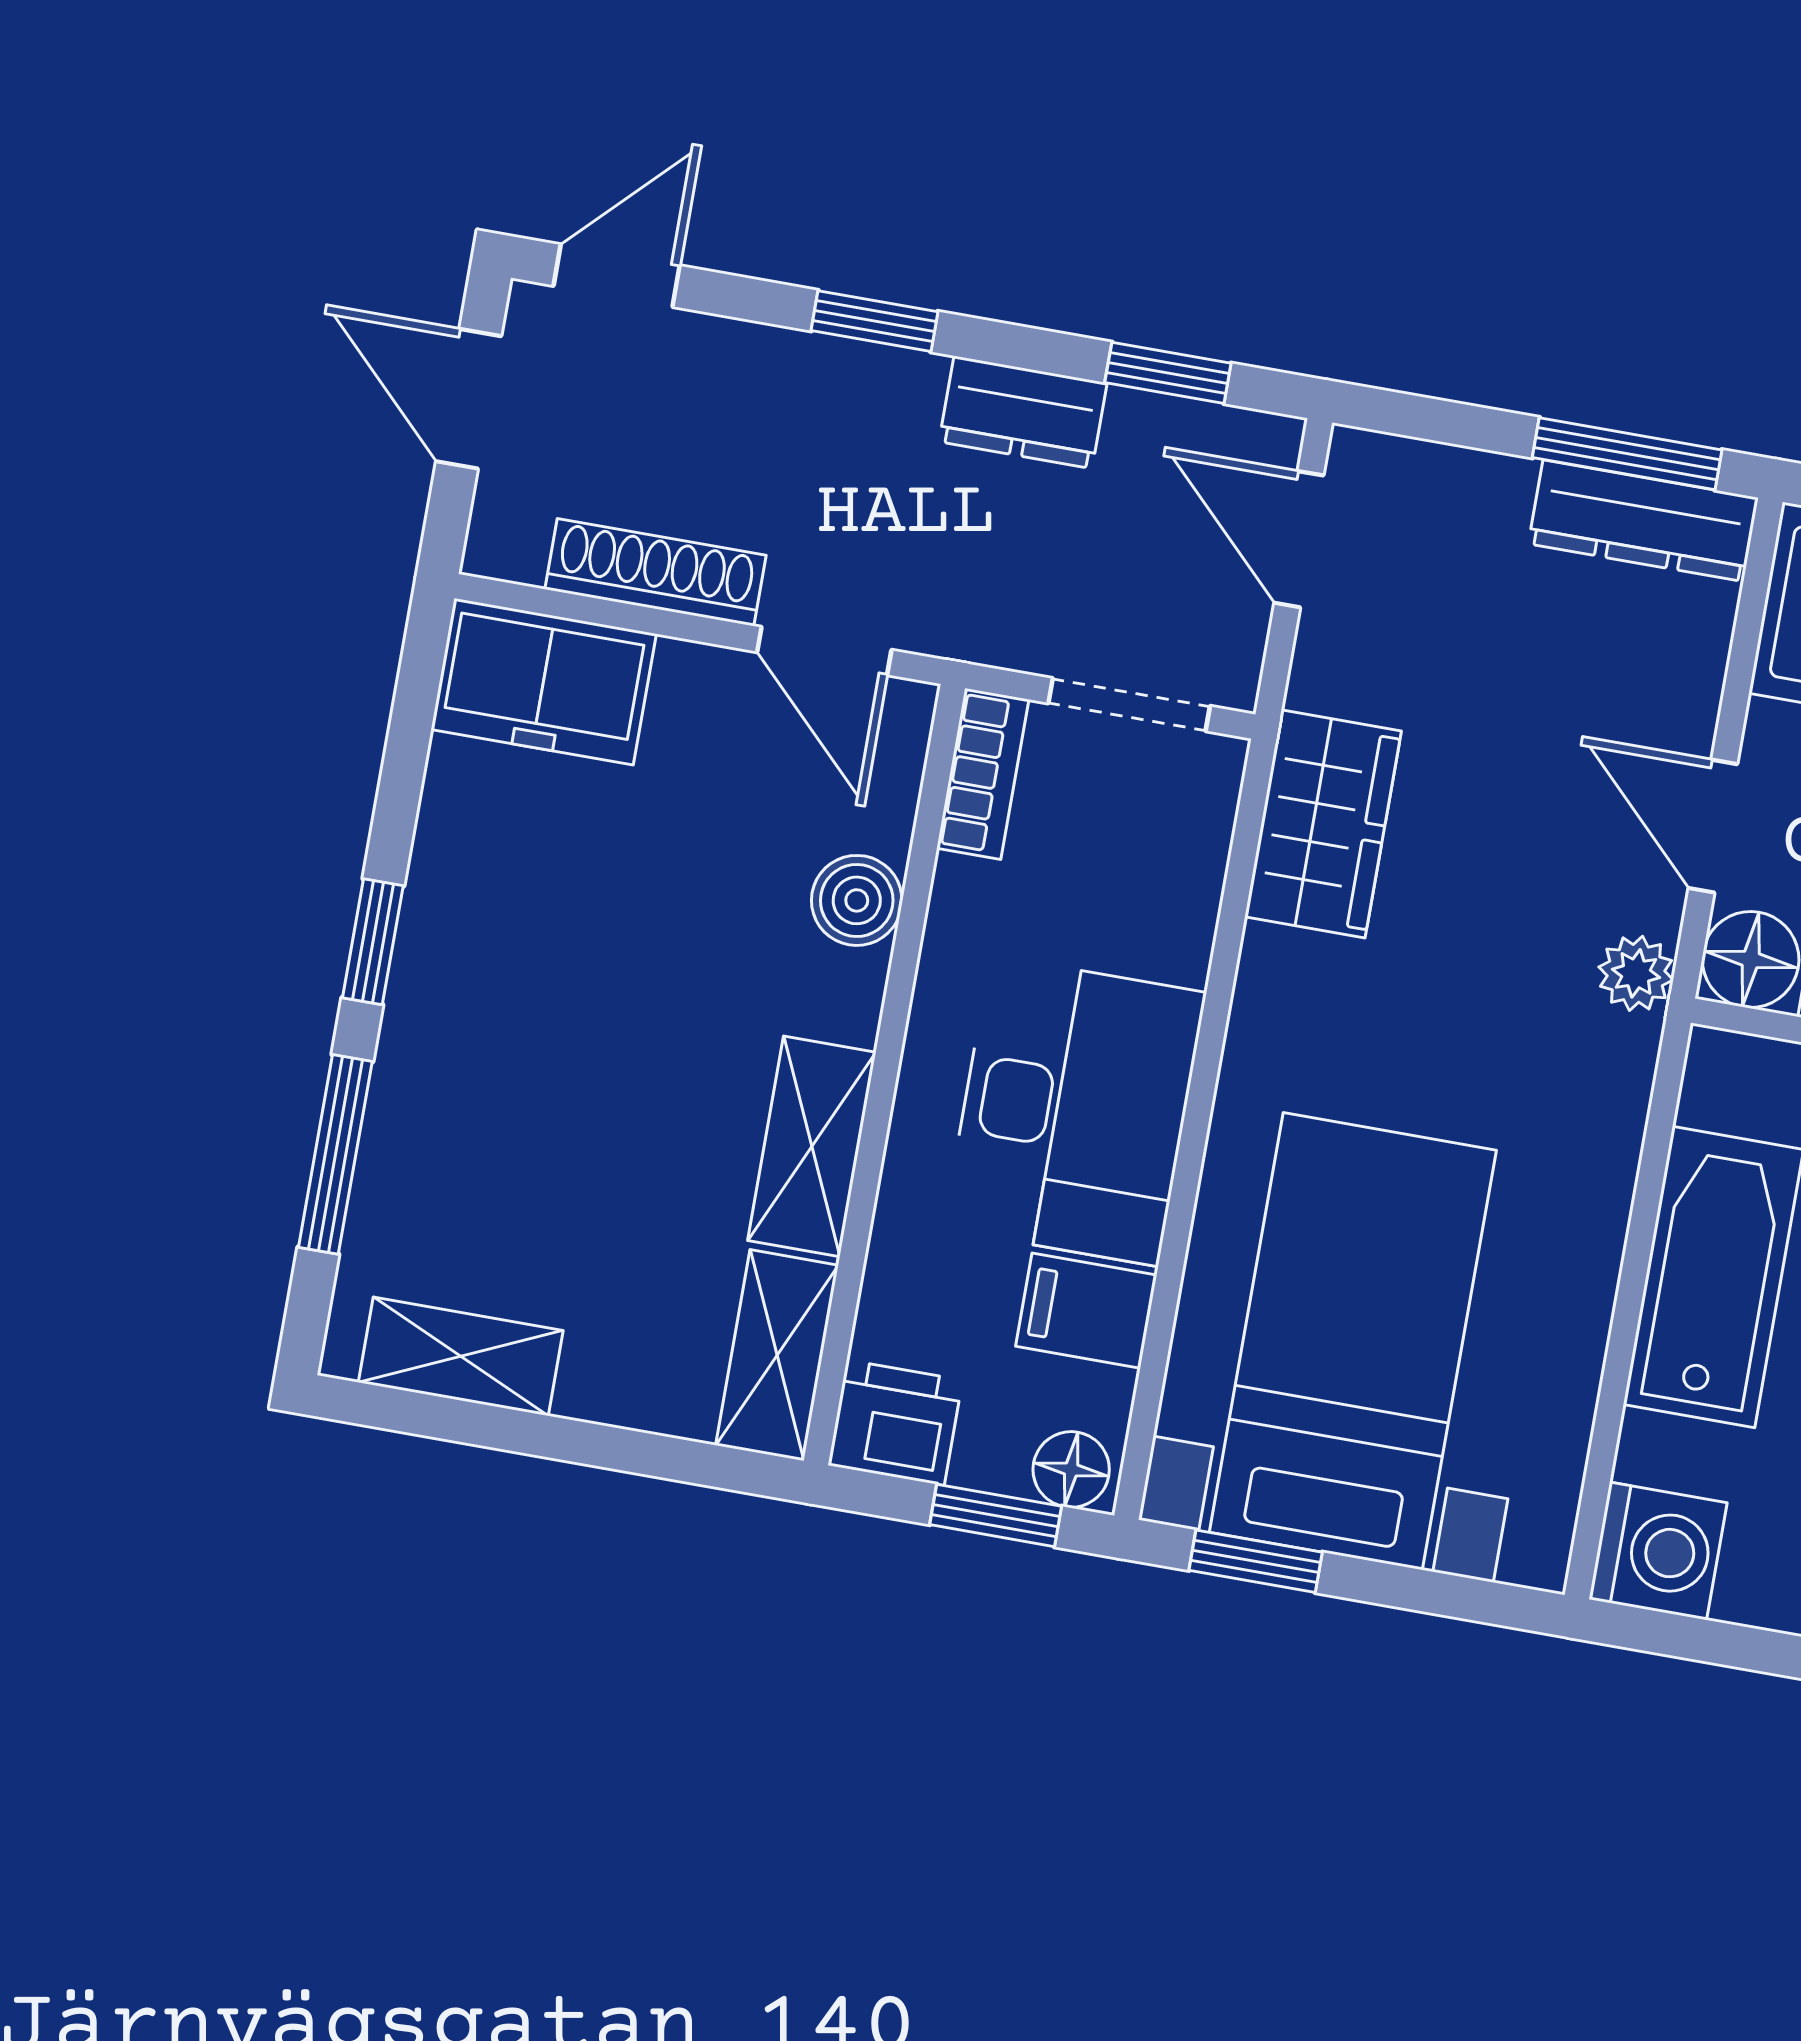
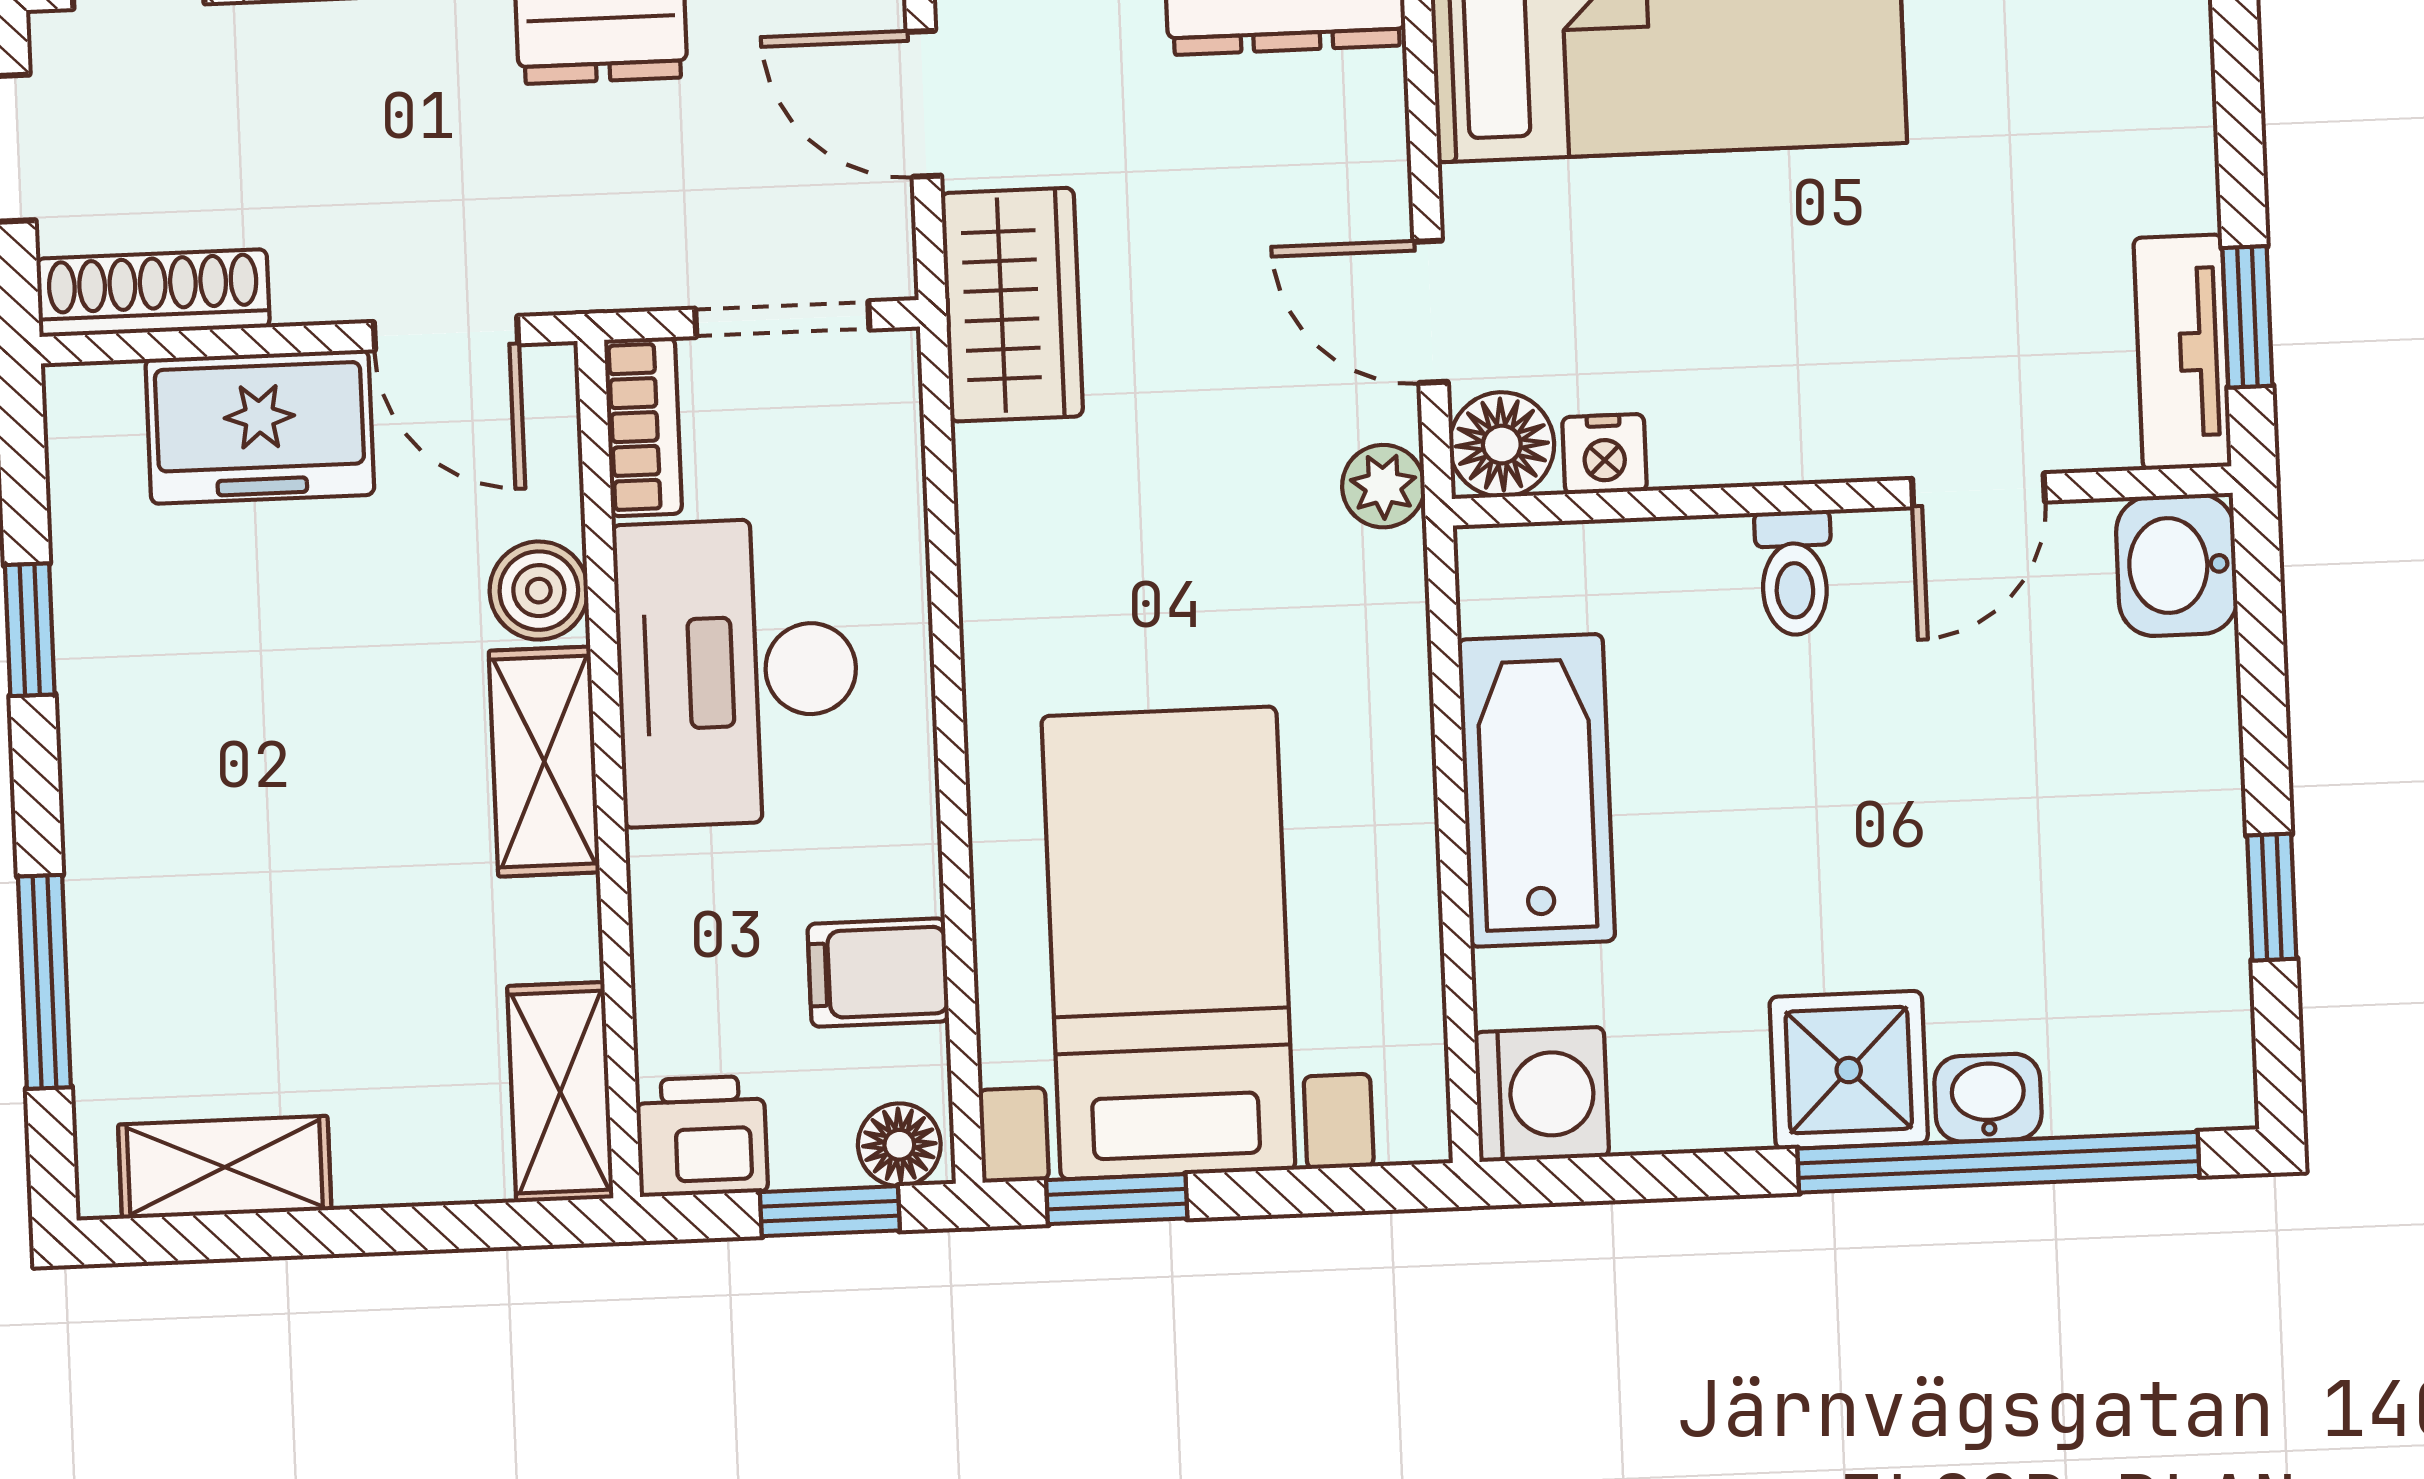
shoe rack: (656, 572) -> (153, 293), moved
freezer: (544, 682) -> (260, 427), moved
wardrobe: (1323, 824) -> (1012, 305), moved
window: (373, 942) -> (30, 630), moved
desk: (1075, 1111) -> (737, 672), moved, turned 180
shelving: (812, 1146) -> (544, 762), moved

